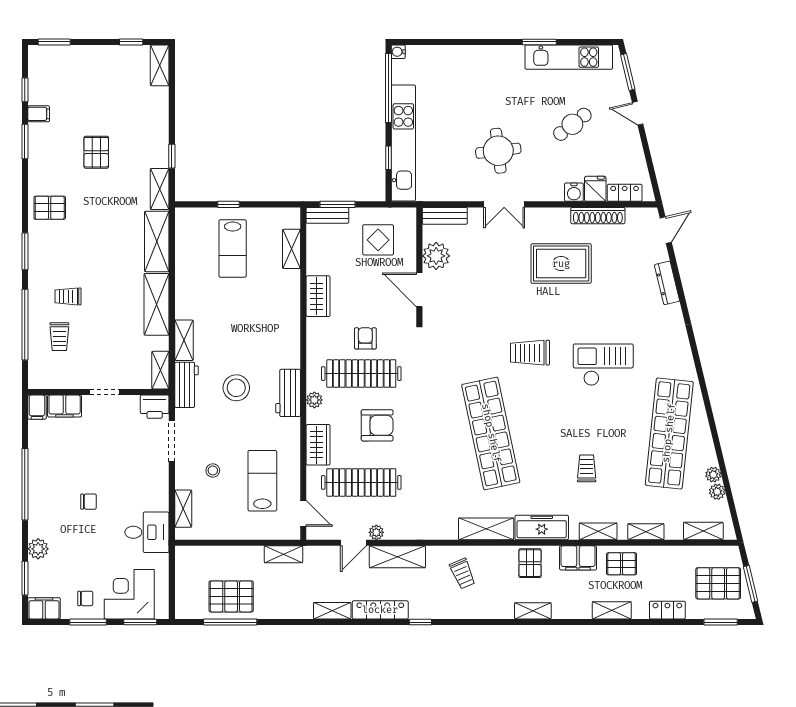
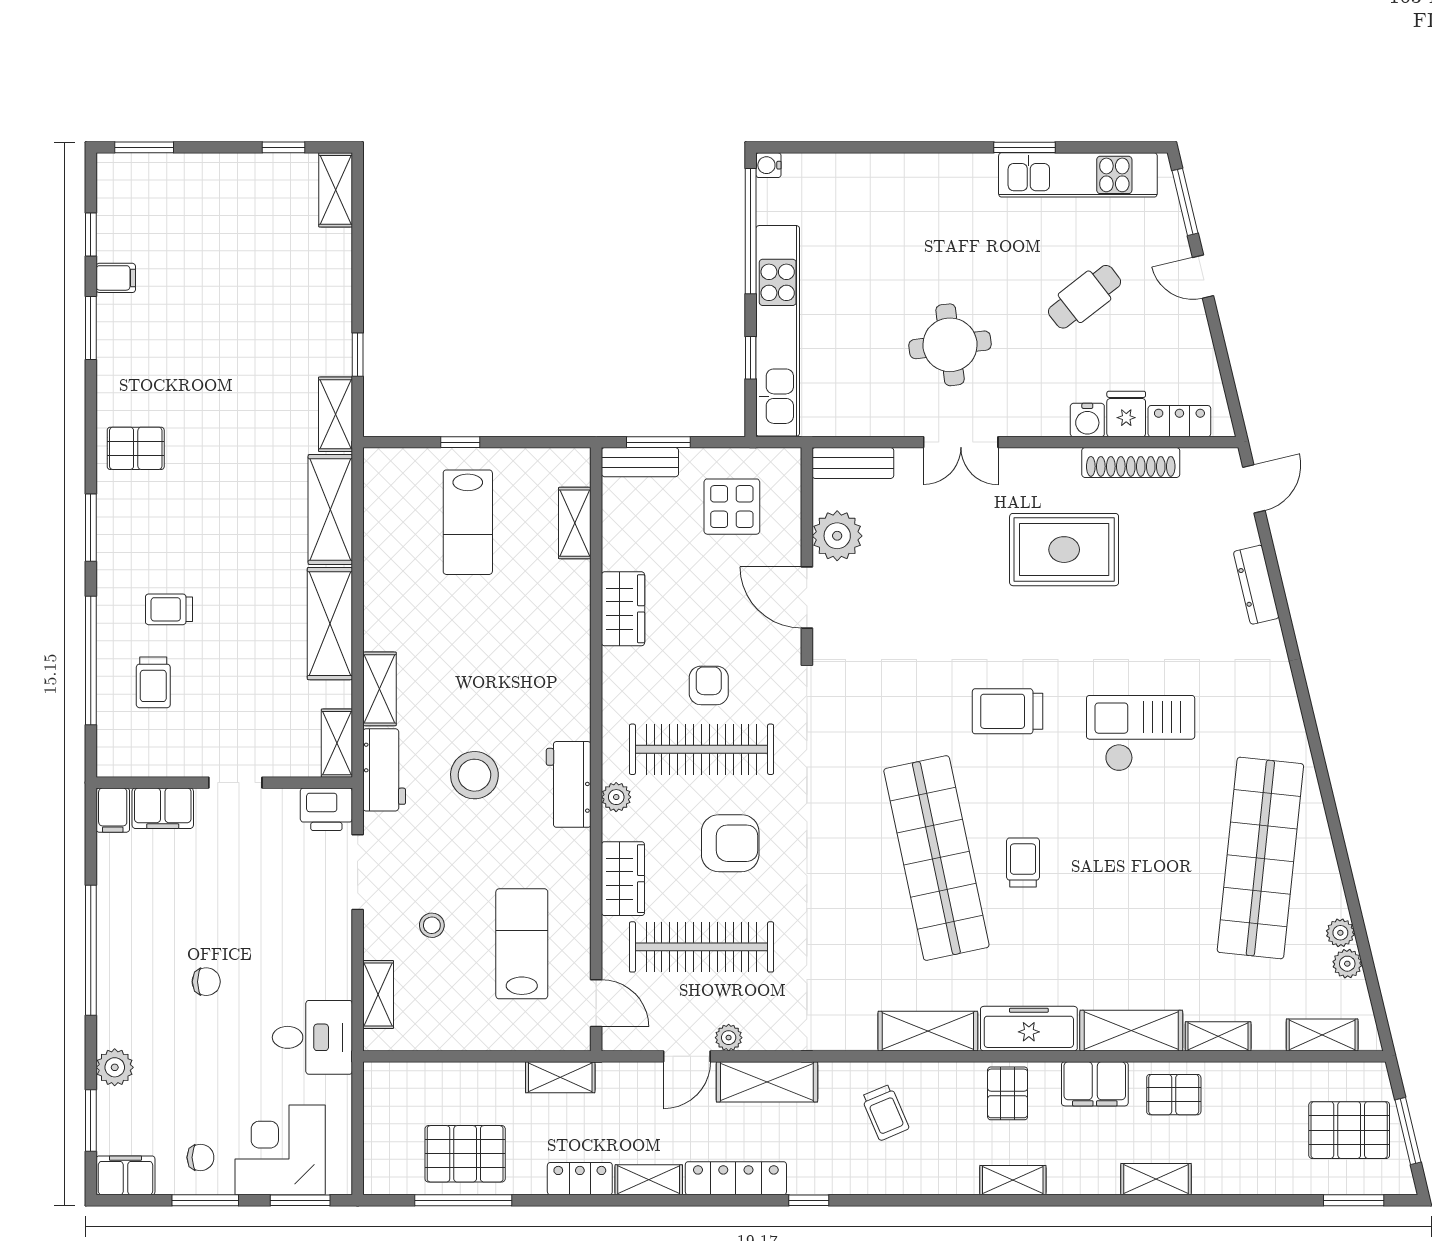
pallet: (96, 152) -> (220, 347), removed
trolley: (587, 468) -> (1023, 862), moved
shelving: (598, 531) -> (1131, 1031), width x1.50, depth x1.33
locker: (667, 610) -> (580, 1179), moved

